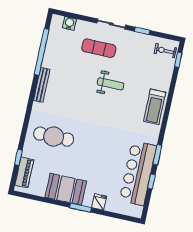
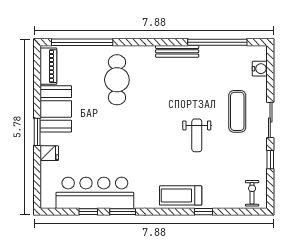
window: (178, 60) -> (203, 212), moved
window: (18, 157) -> (82, 42), width x3.17
piano: (24, 172) -> (48, 66), moved, turned -90

